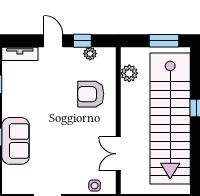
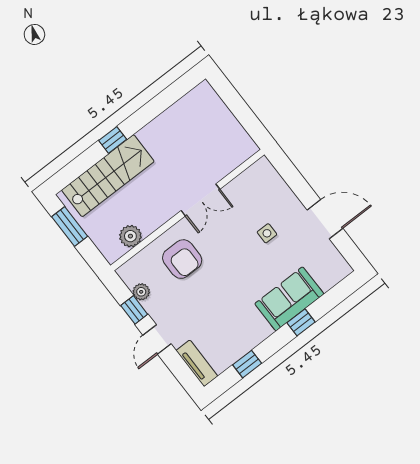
stairs: (170, 118) -> (108, 176), width x0.54, depth x0.66
double door: (118, 154) -> (201, 200), moved
side table: (95, 186) -> (267, 233), moved

